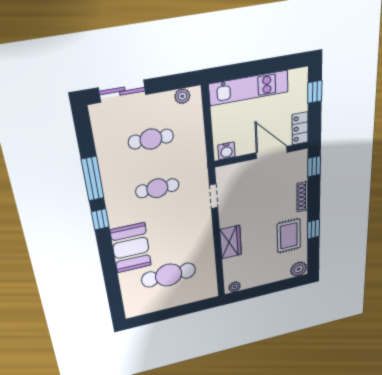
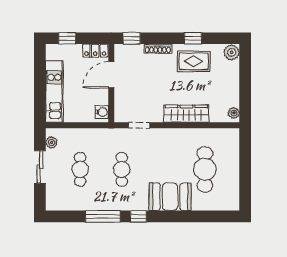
sliding door: (122, 91) -> (40, 167), moved
wardrobe: (231, 242) -> (186, 114), width x1.50

